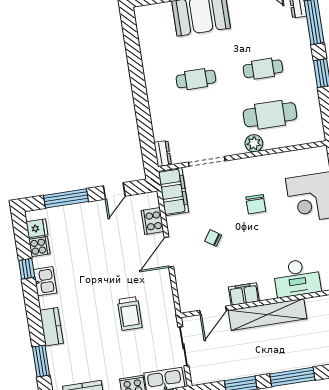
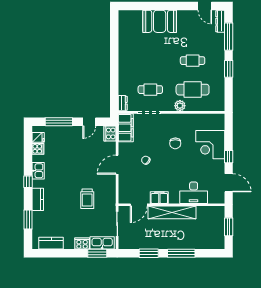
cafe table: (196, 79) -> (150, 90), moved
cooker: (152, 221) -> (110, 133), moved
window: (27, 269) -> (28, 182), moved

